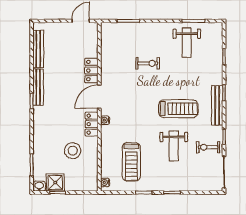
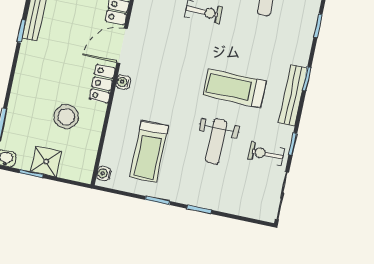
treadmill: (178, 109) -> (235, 88), turned 180
shower: (55, 182) -> (46, 161), moved

